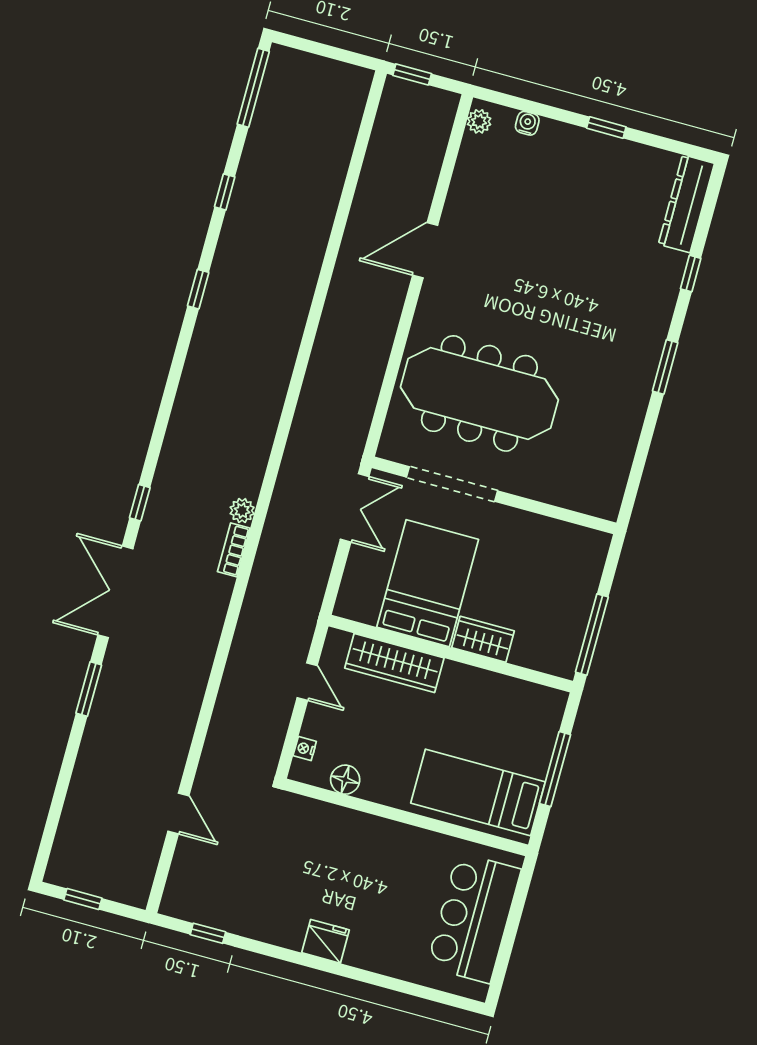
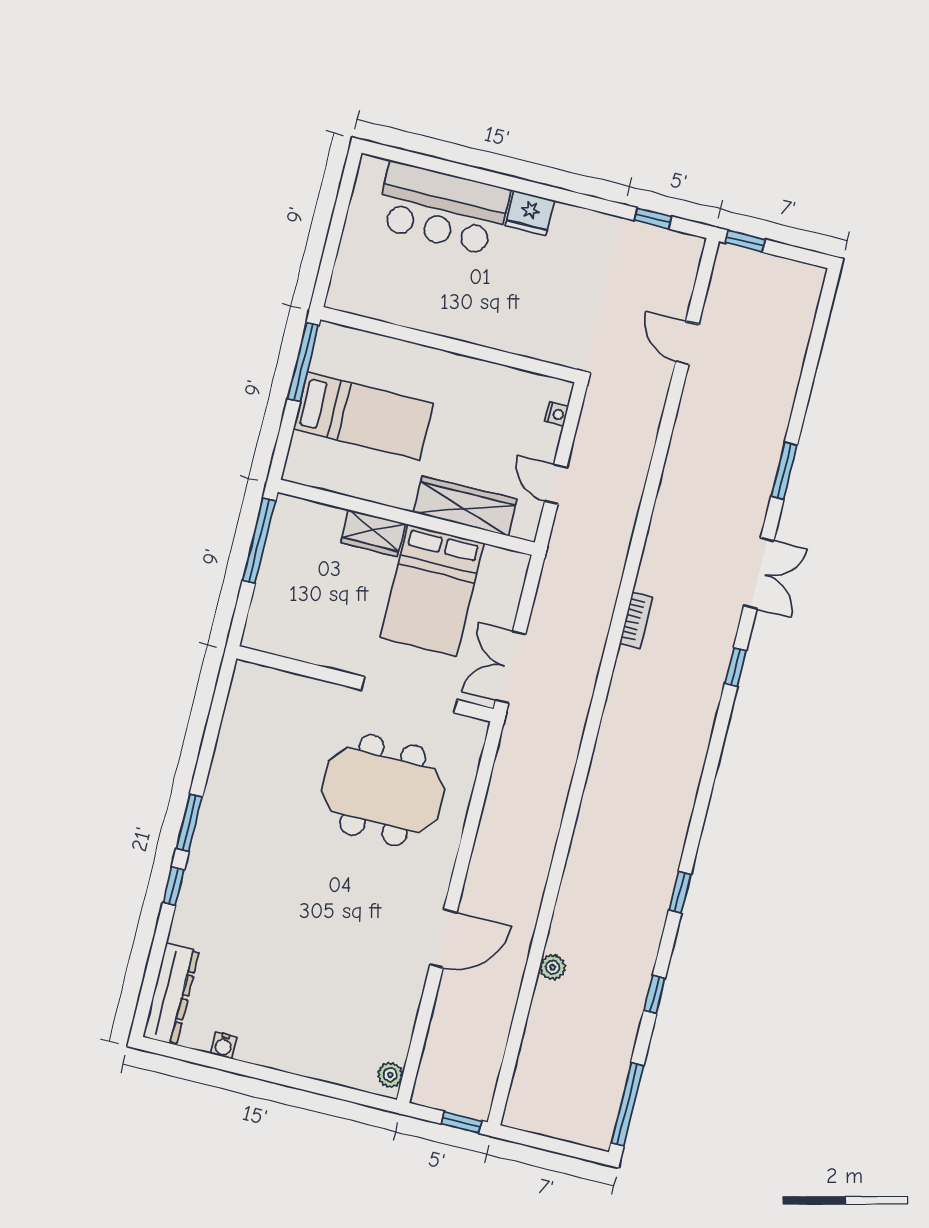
water cooler: (527, 123) -> (224, 1045), moved
window: (606, 128) -> (257, 1072), removed
window: (691, 274) -> (173, 886), moved
meeting table: (479, 393) -> (383, 790), width x0.73
plant: (242, 511) -> (553, 967), moved
double door: (115, 592) -> (759, 573), width x0.73
window: (555, 769) -> (303, 362), moved
floor lamp: (345, 780) -> (513, 383), removed
bed: (478, 793) -> (363, 416), moved
window: (83, 899) -> (745, 241), moved
bar counter: (474, 918) -> (443, 208), moved, turned 90

